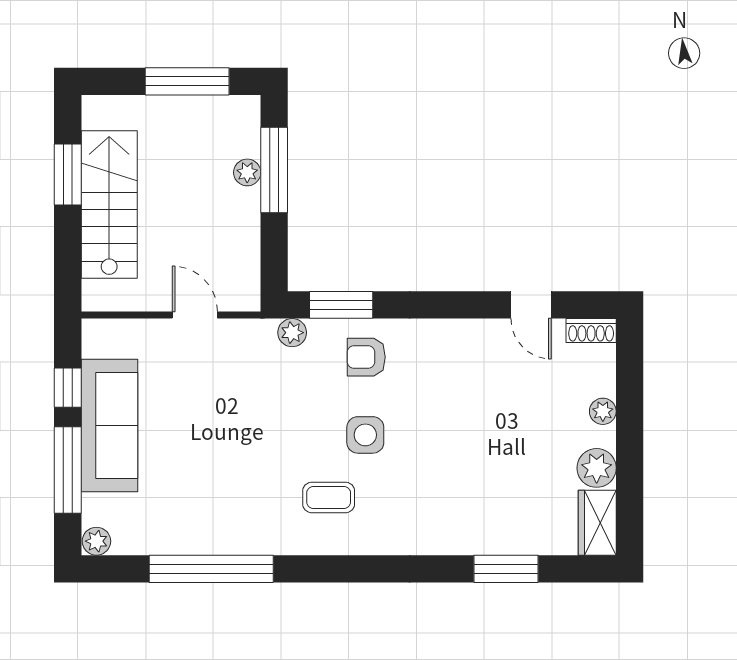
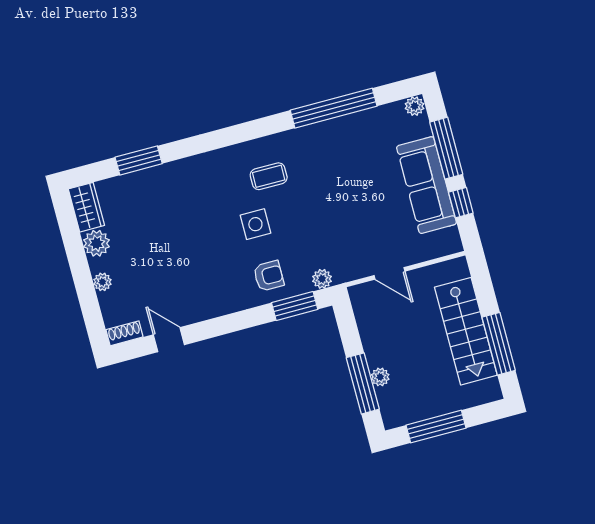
window: (68, 174) -> (499, 344), width x1.44

